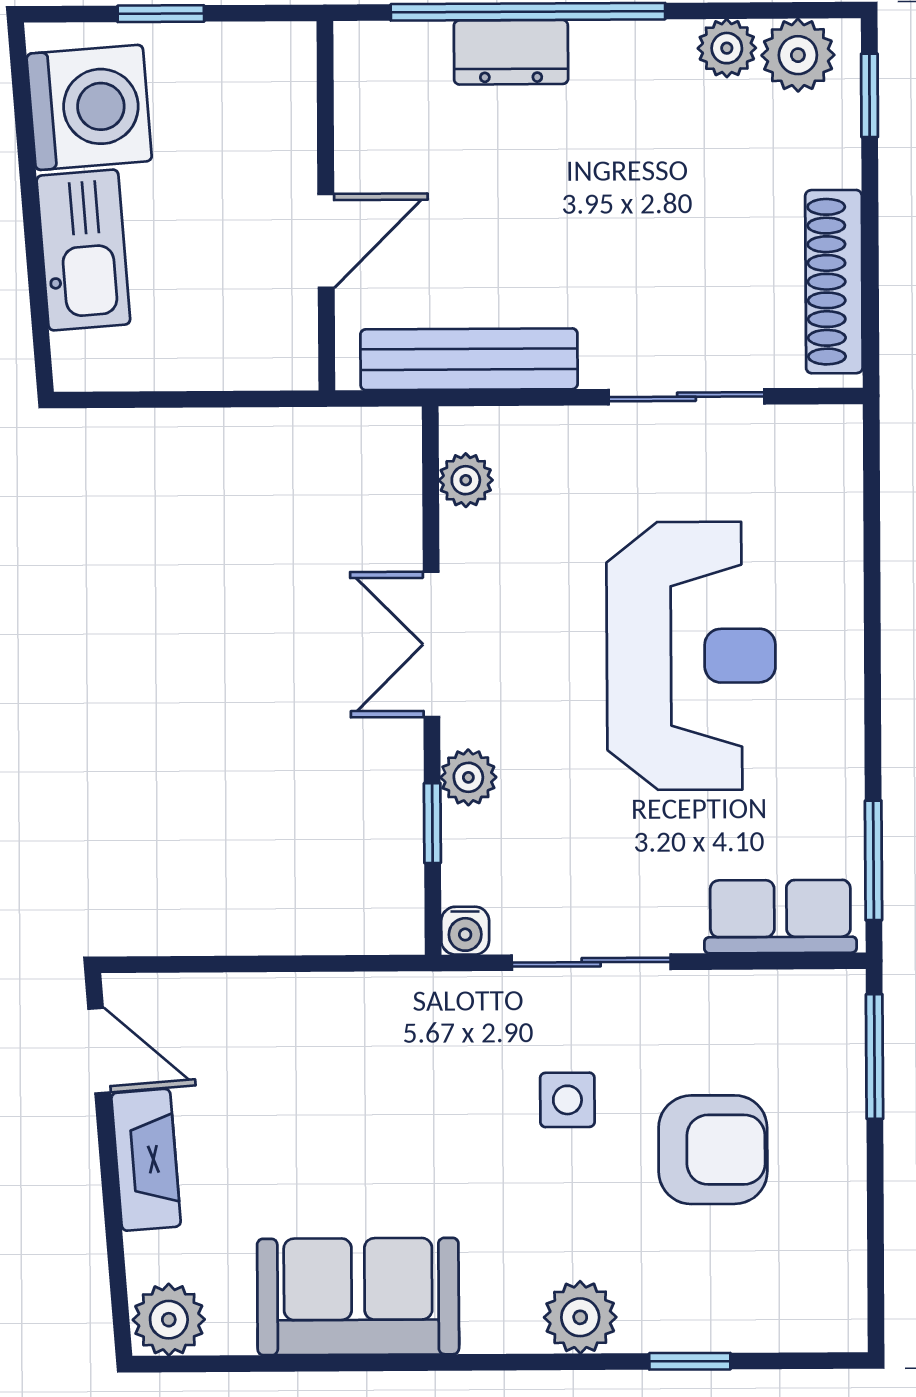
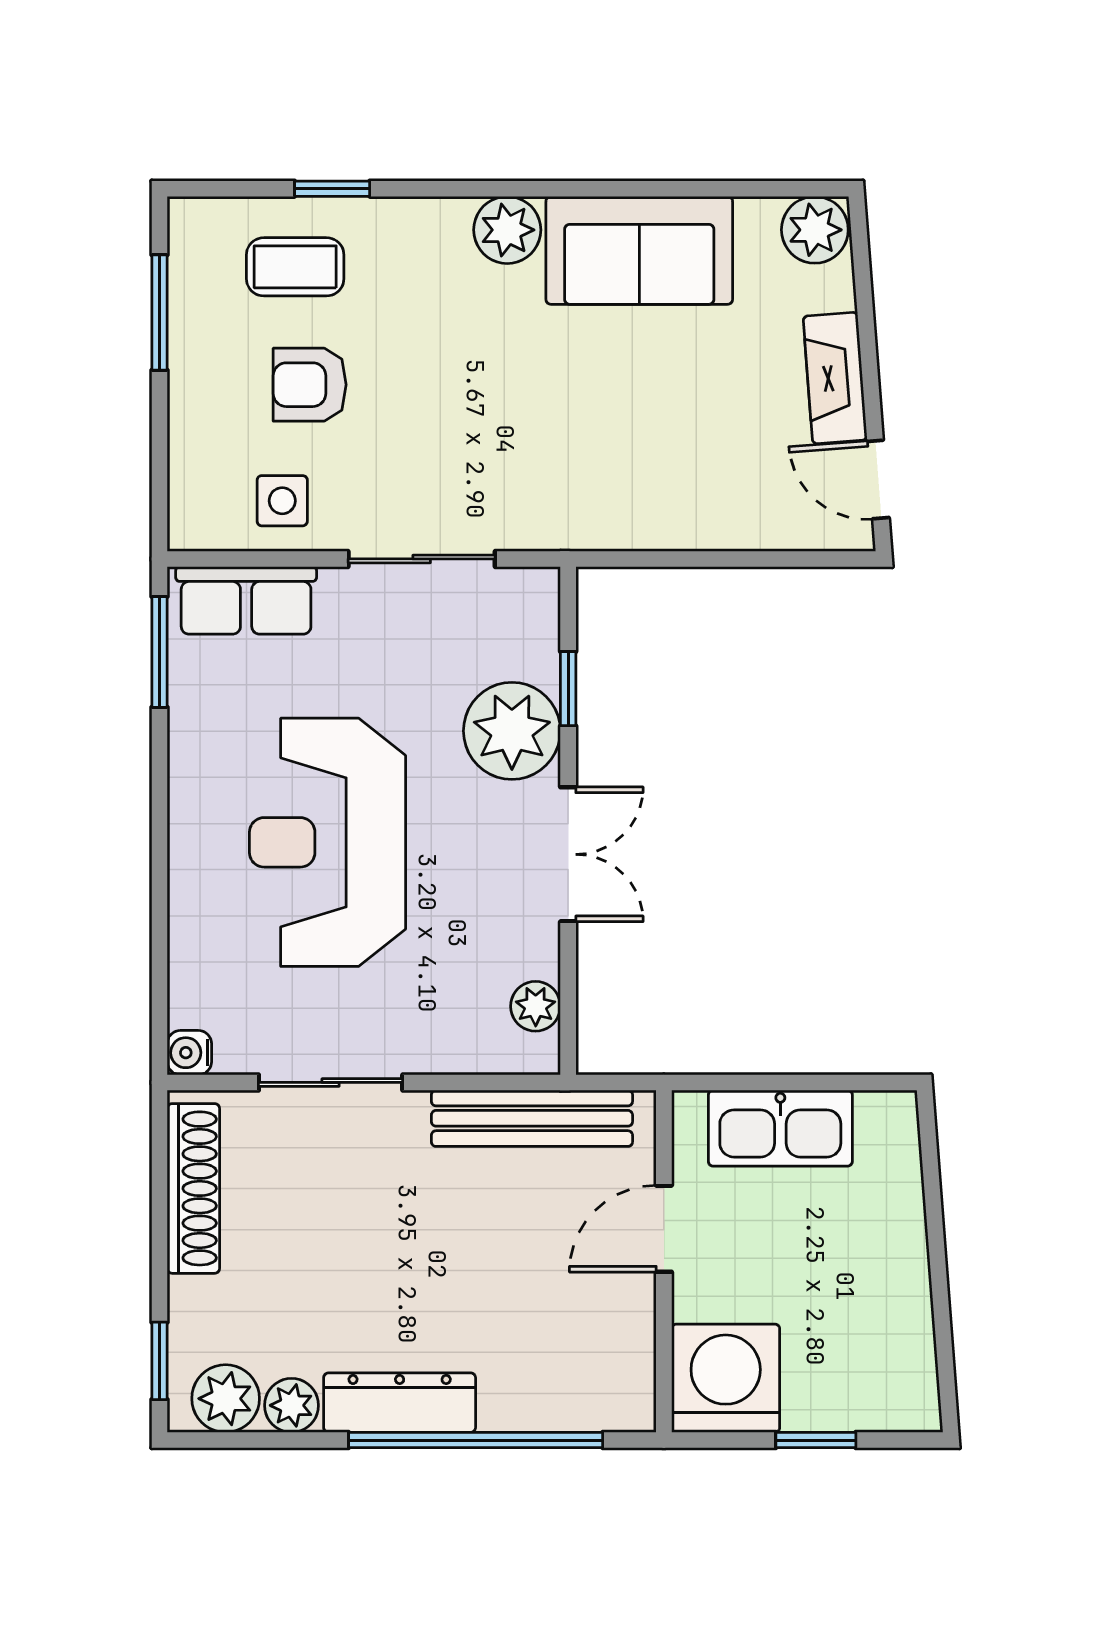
dresser: (511, 52) -> (400, 1403), moved, width x1.44
washing machine: (89, 107) -> (726, 1378), moved, turned 94
kitchen sink: (83, 250) -> (780, 1128), moved, turned -86
plant: (468, 777) -> (512, 731), width x1.87, depth x1.87
water cooler: (465, 931) -> (189, 1053), moved, turned -90
window: (875, 1057) -> (160, 313), moved
side table: (567, 1100) -> (282, 501), moved
armchair: (713, 1150) -> (310, 385), width x0.72, depth x0.72
coffee table: (729, 1277) -> (295, 267), added
plant: (580, 1317) -> (507, 230), moved

